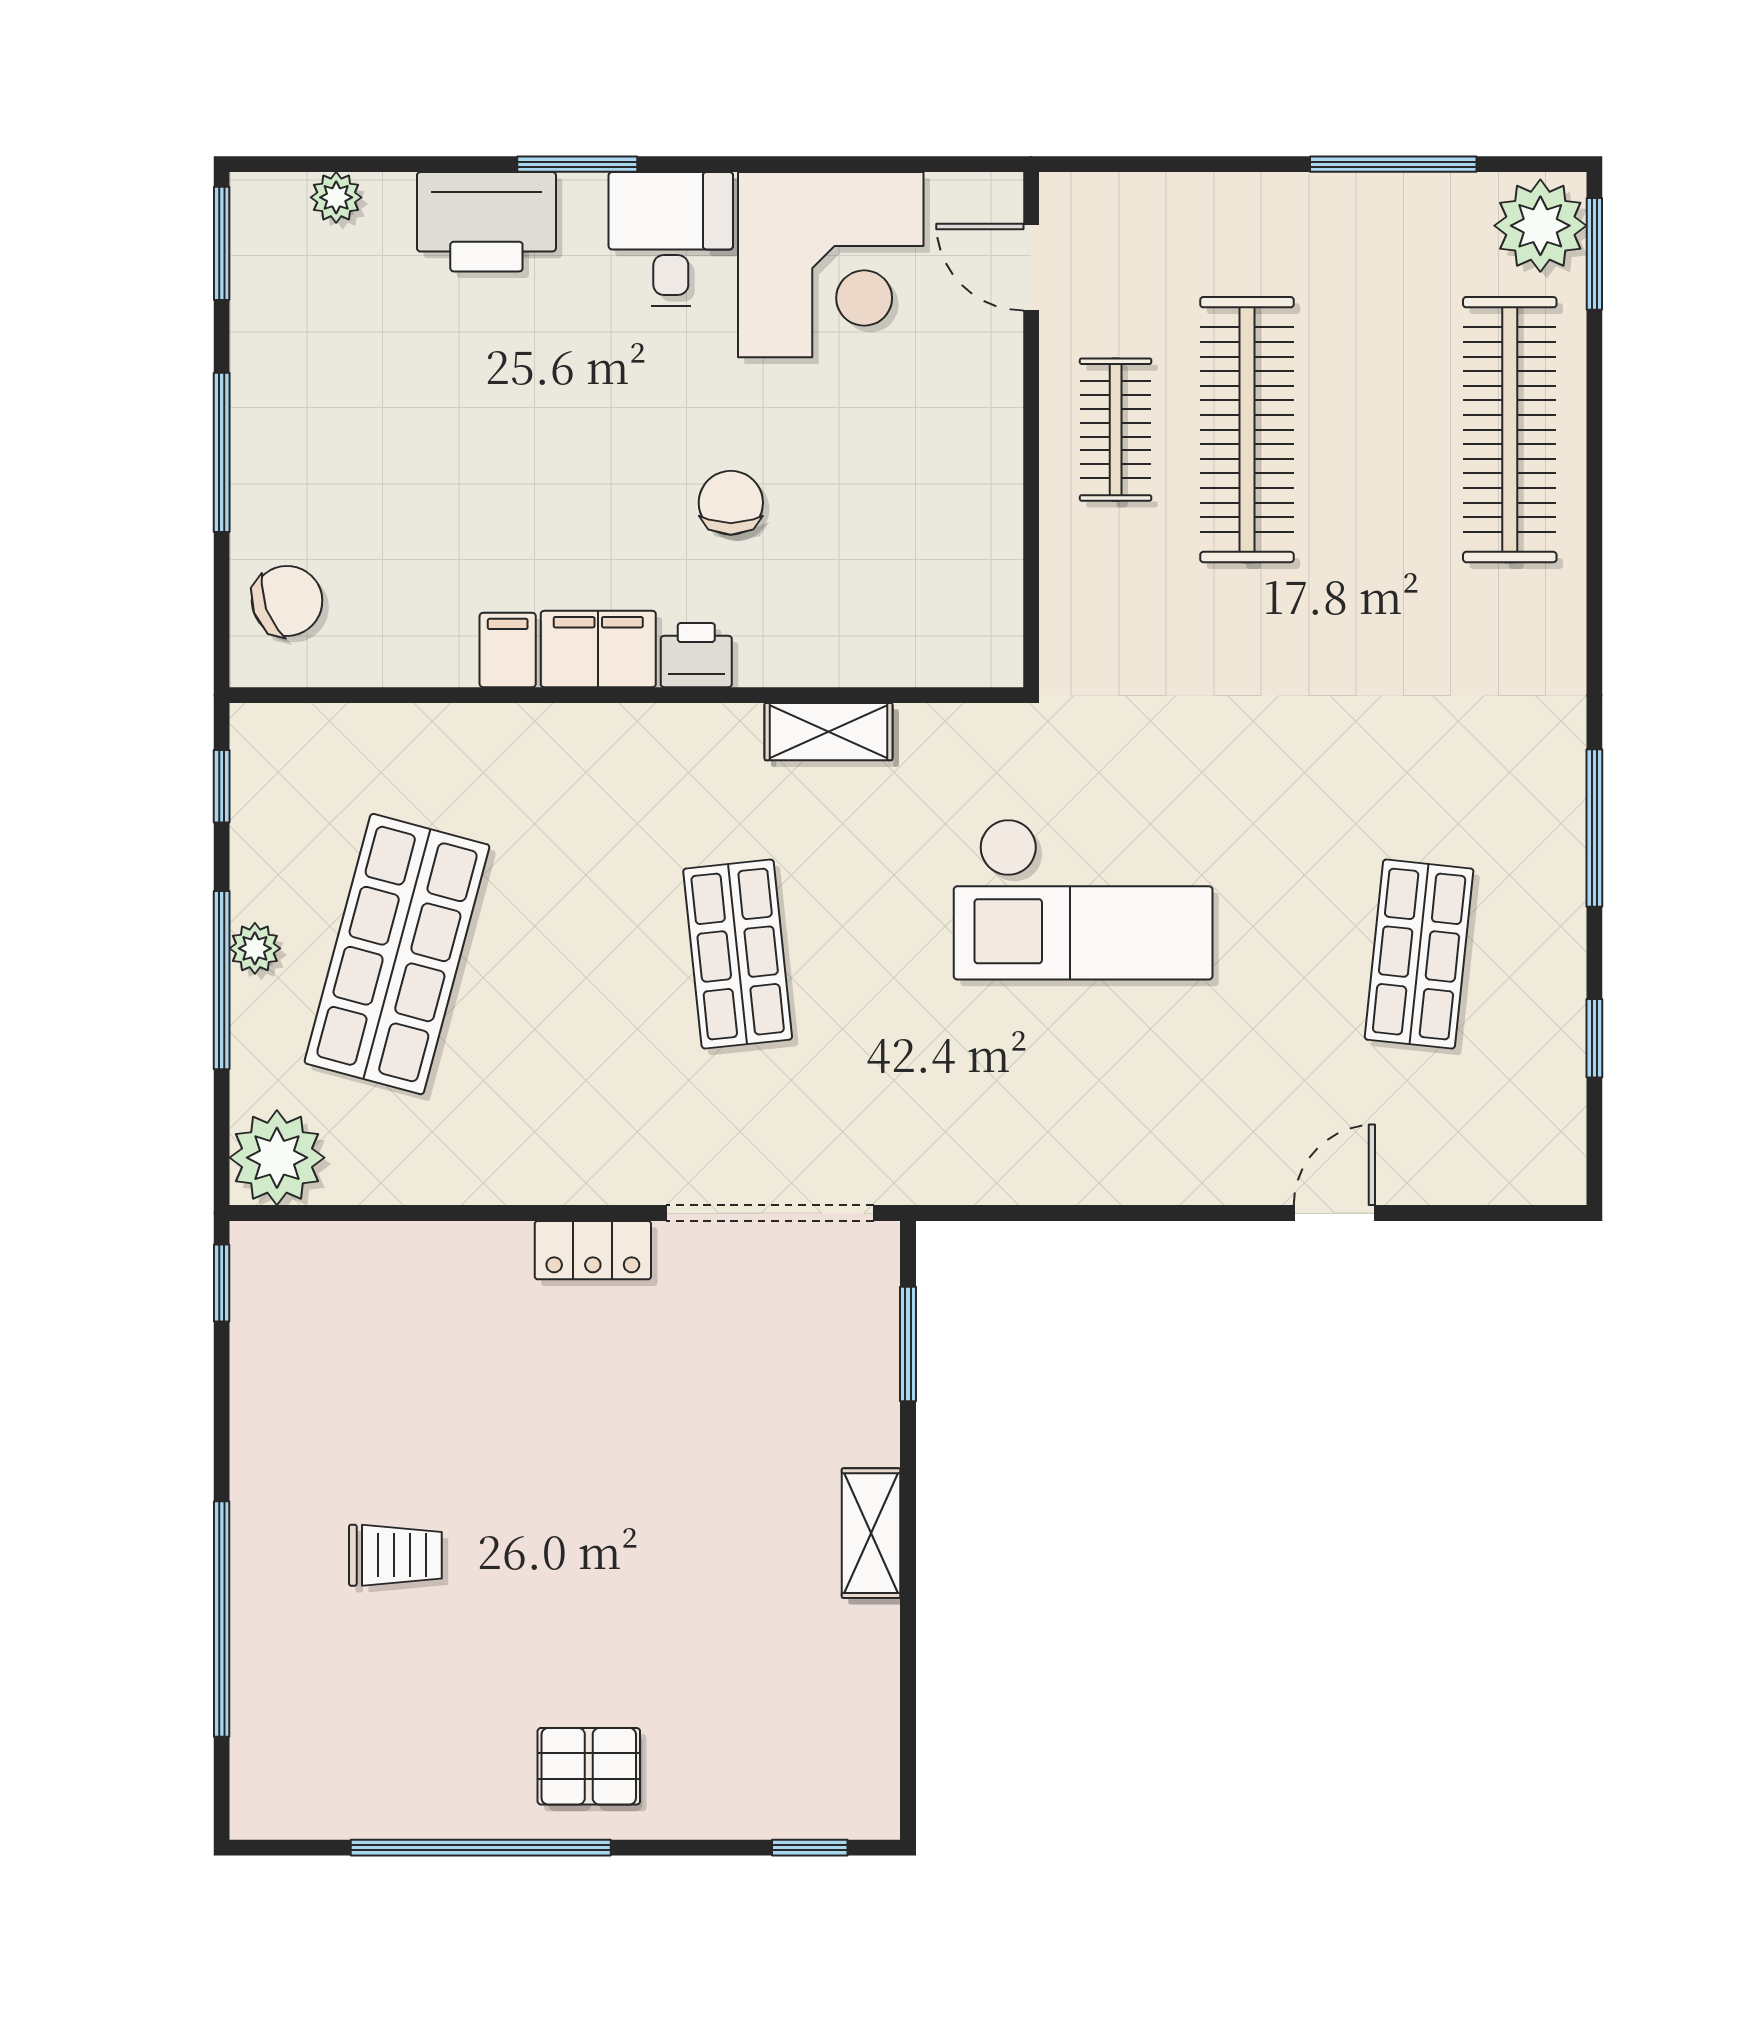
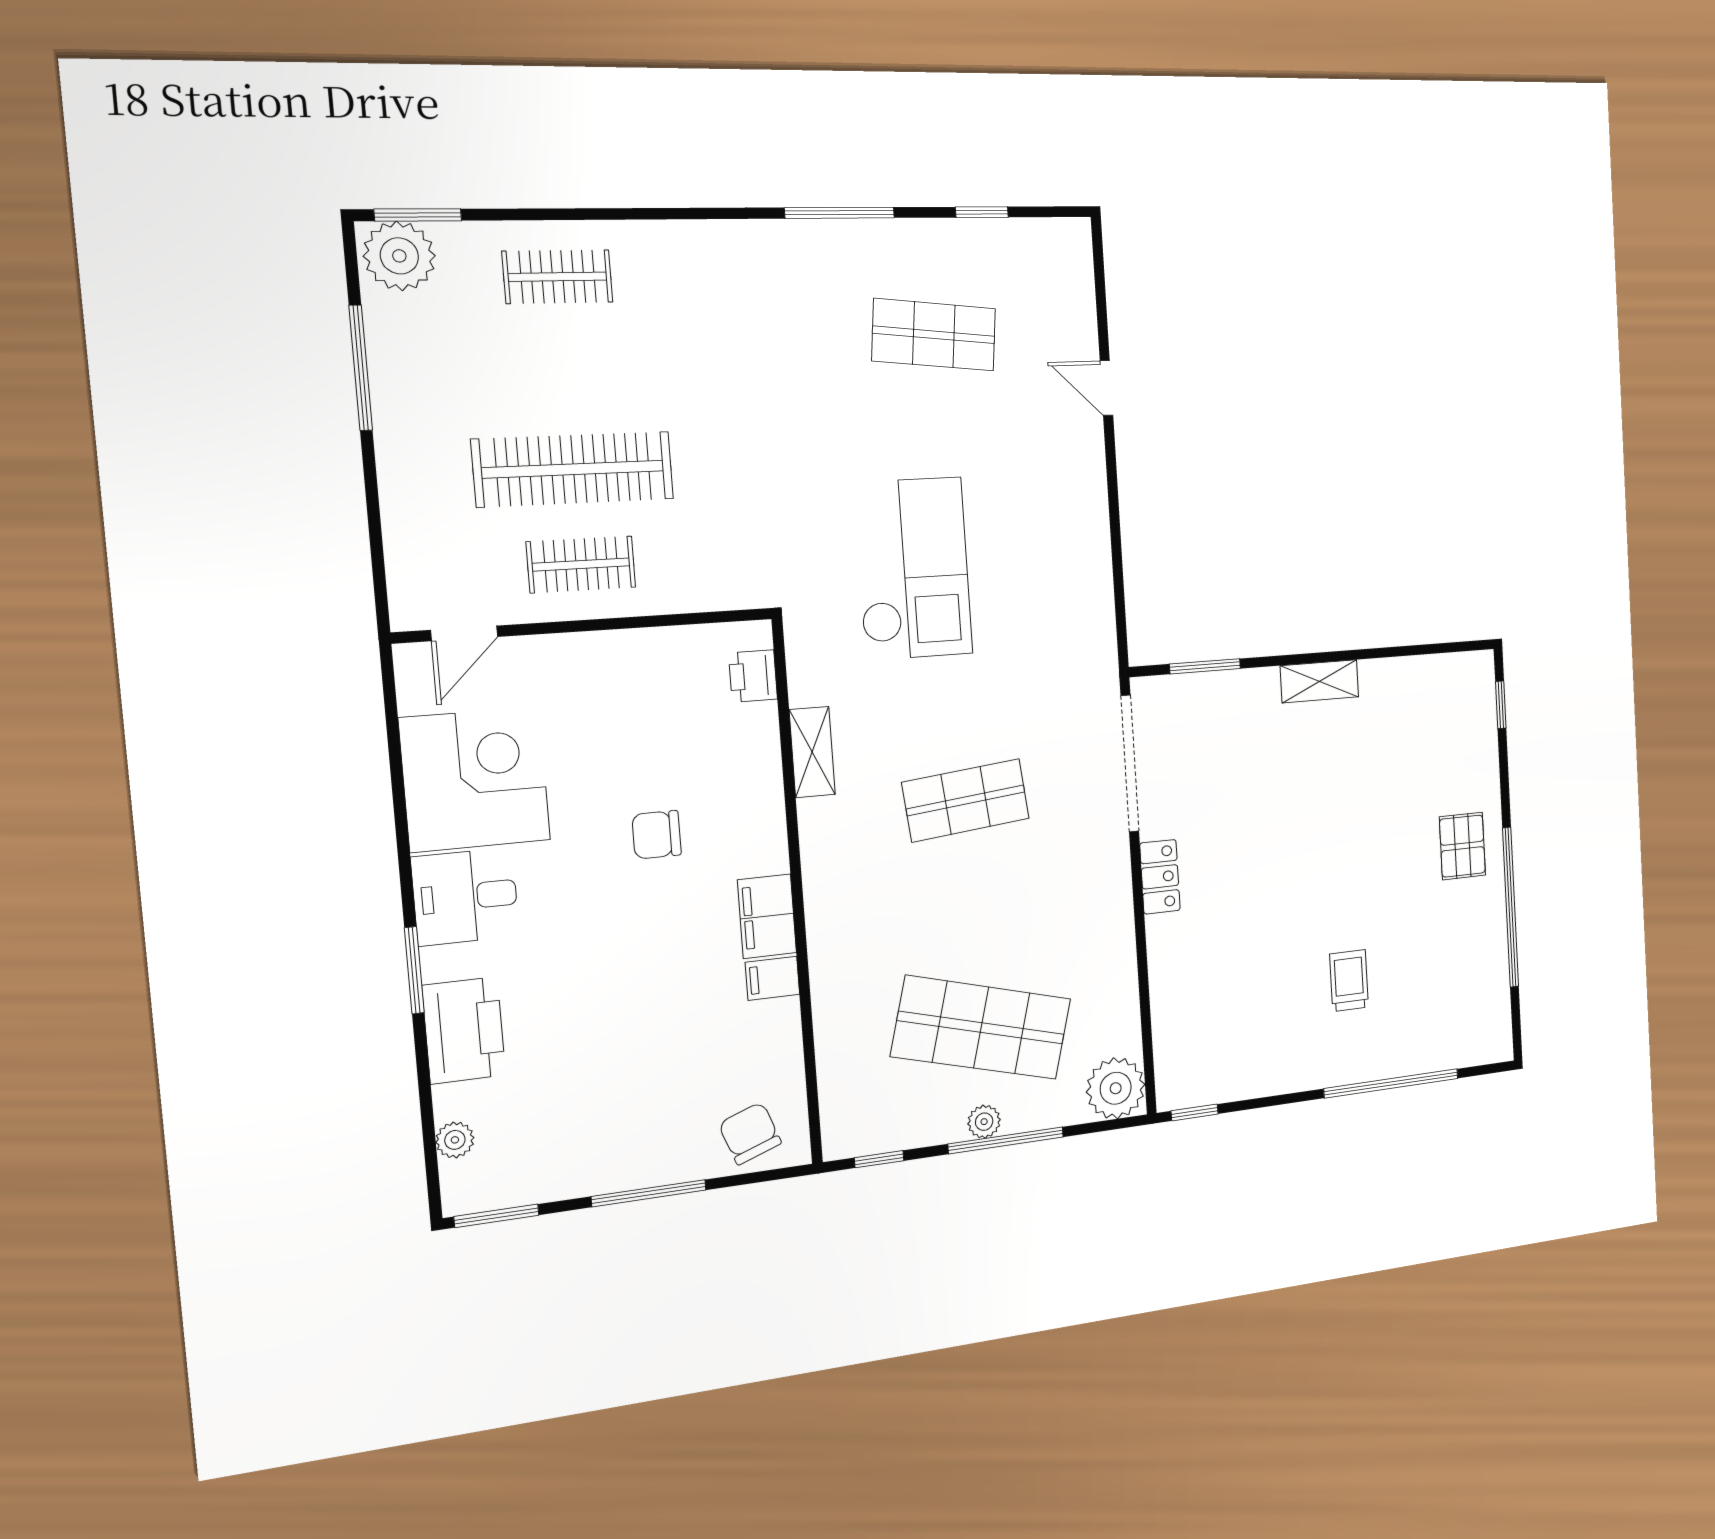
clothes rail: (1510, 430) -> (558, 277), width x0.54, depth x0.76
printer: (696, 655) -> (753, 676), moved

